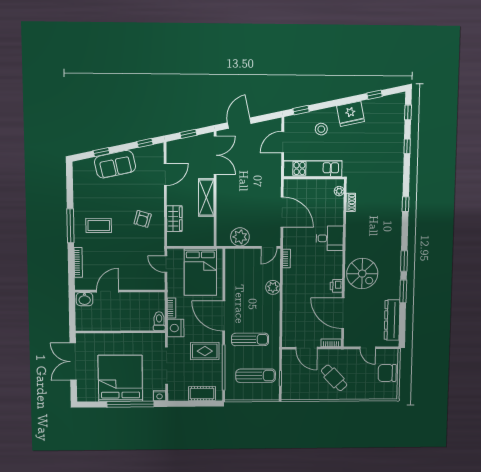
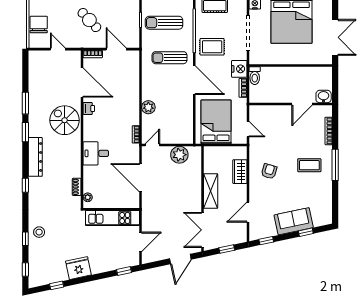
stool: (321, 129) -> (39, 232), moved
dresser: (392, 320) -> (35, 157), moved
chair: (387, 373) -> (39, 25), turned -90

